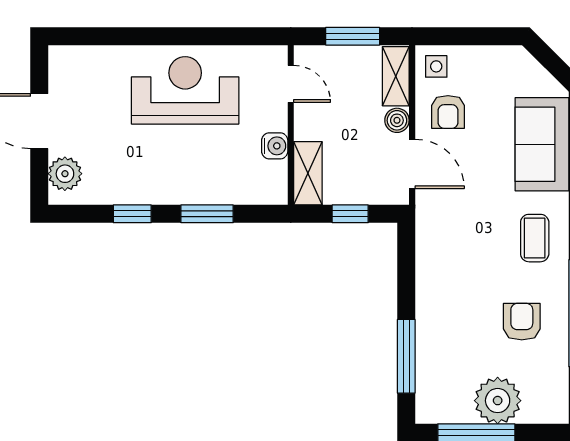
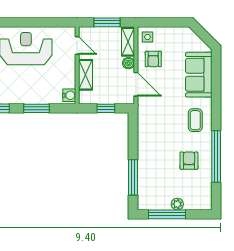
water cooler: (275, 146) -> (69, 95), moved
shelving: (308, 173) -> (85, 75), moved
plant: (498, 401) -> (177, 204), width x0.53, depth x0.53

